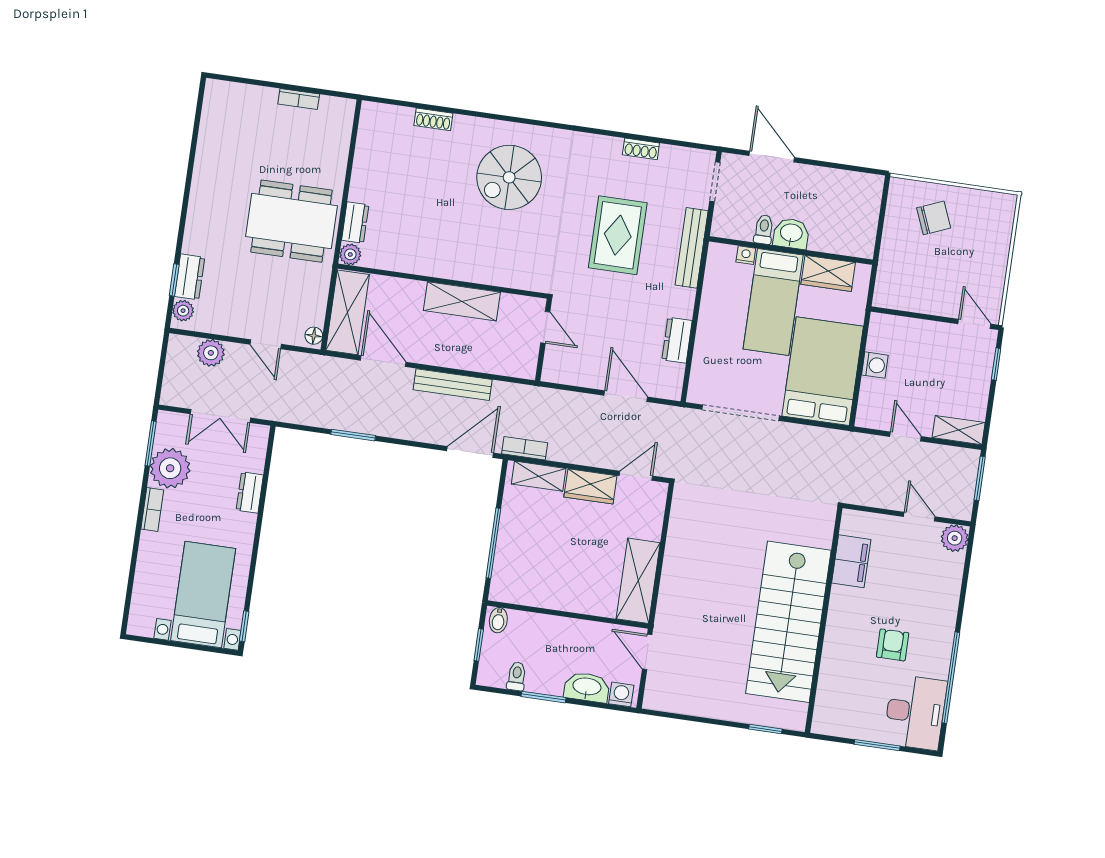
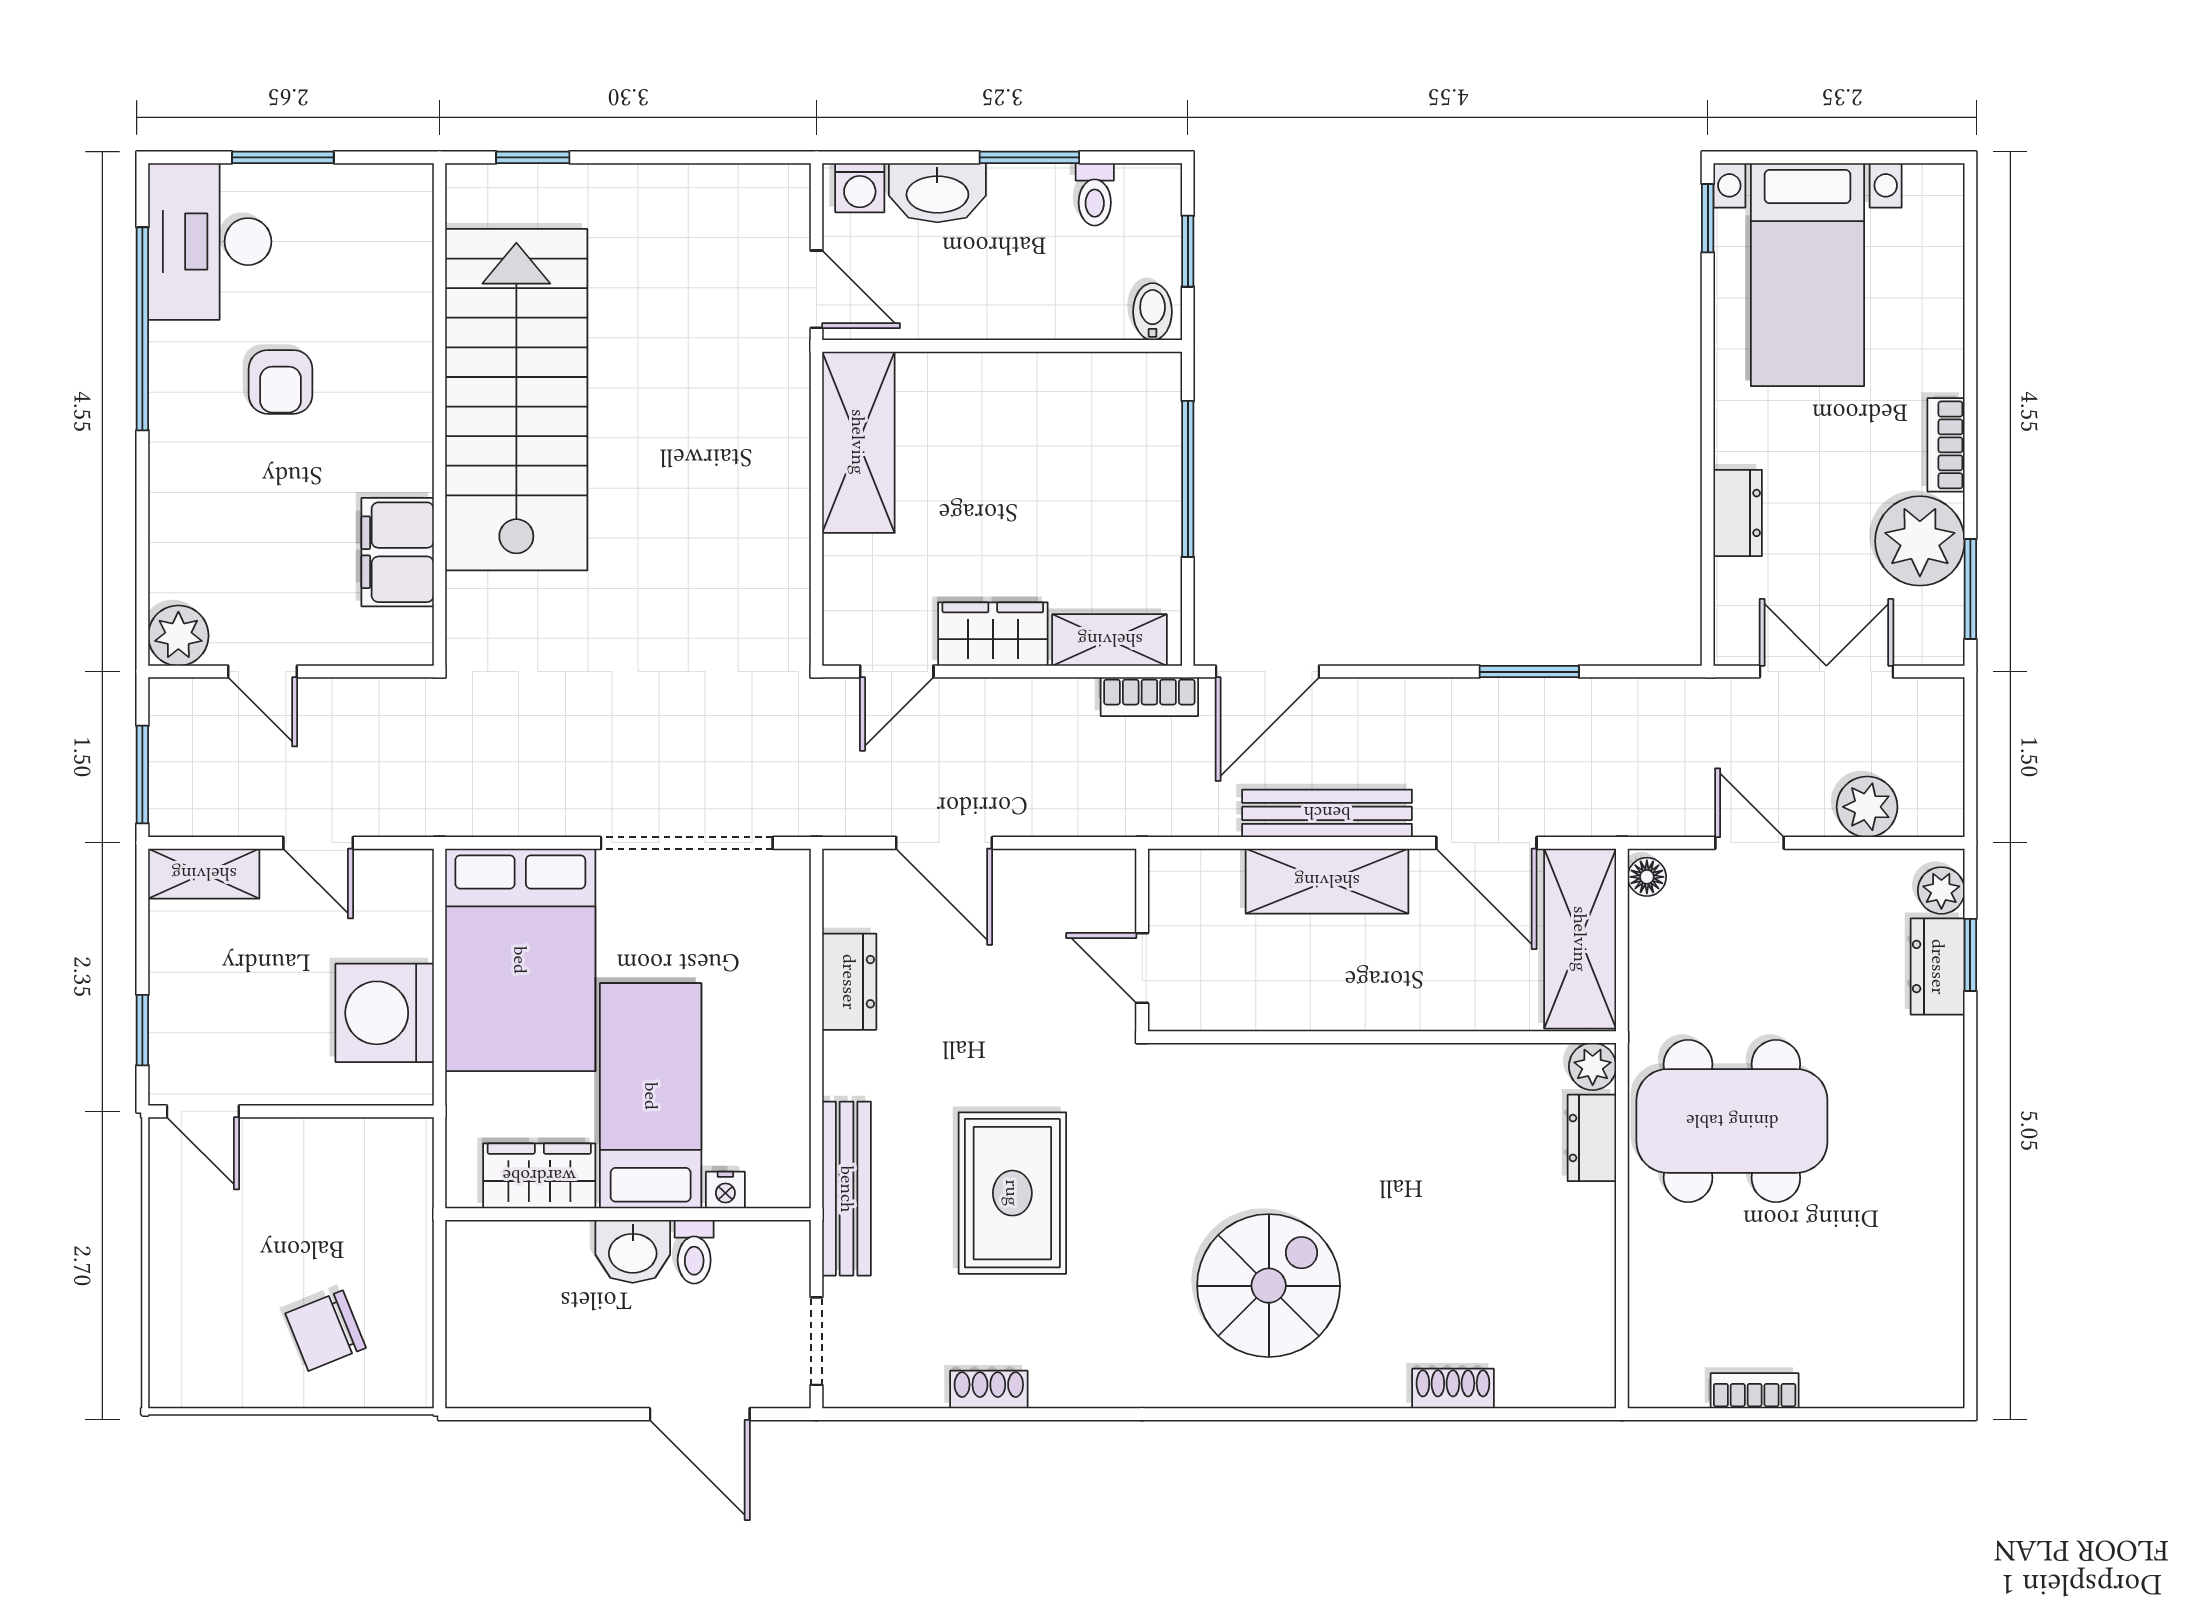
shelving: (462, 301) -> (1327, 881), moved
washing machine: (875, 365) -> (385, 1013), width x1.89, depth x1.89

